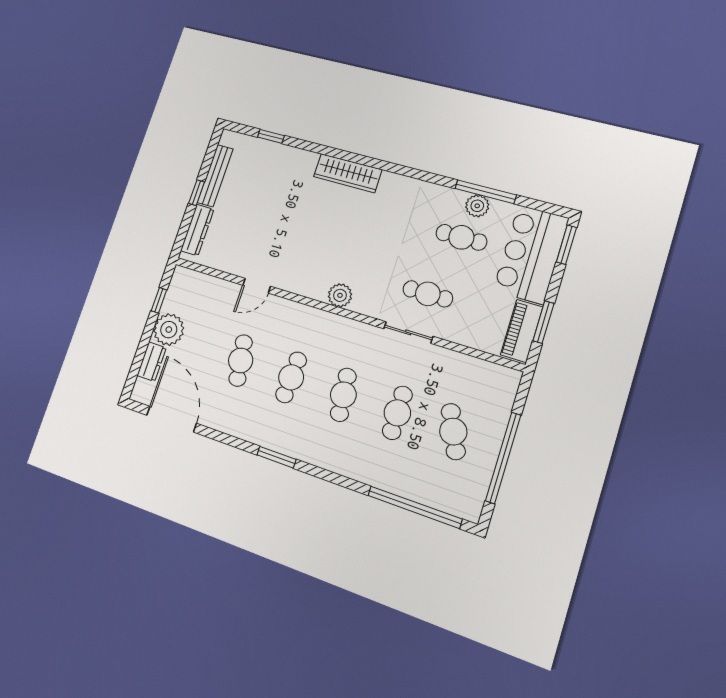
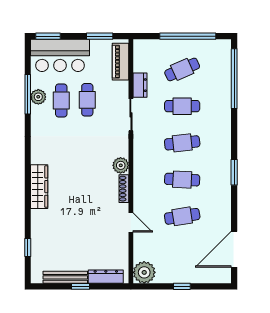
shoe rack: (306, 290) -> (124, 189), added
cafe table: (428, 294) -> (87, 100), moved
window: (159, 300) -> (182, 286), moved
plant: (169, 330) -> (144, 272), moved
piano: (522, 331) -> (121, 62), moved, turned 90
dresser: (152, 362) -> (140, 85), moved, turned 90

